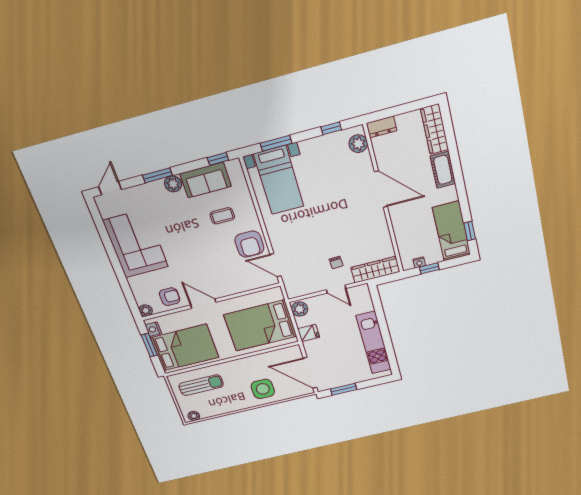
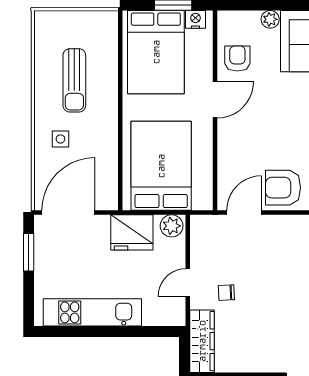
armchair: (170, 297) -> (237, 58), turned 180
plant: (146, 310) -> (270, 19), moved
fridge: (309, 333) -> (132, 232), width x1.88, depth x1.34
sun lounger: (201, 385) -> (74, 80), moved
side table: (263, 389) -> (60, 139), width x0.54, depth x0.54
plant: (194, 416) -> (42, 27), removed

